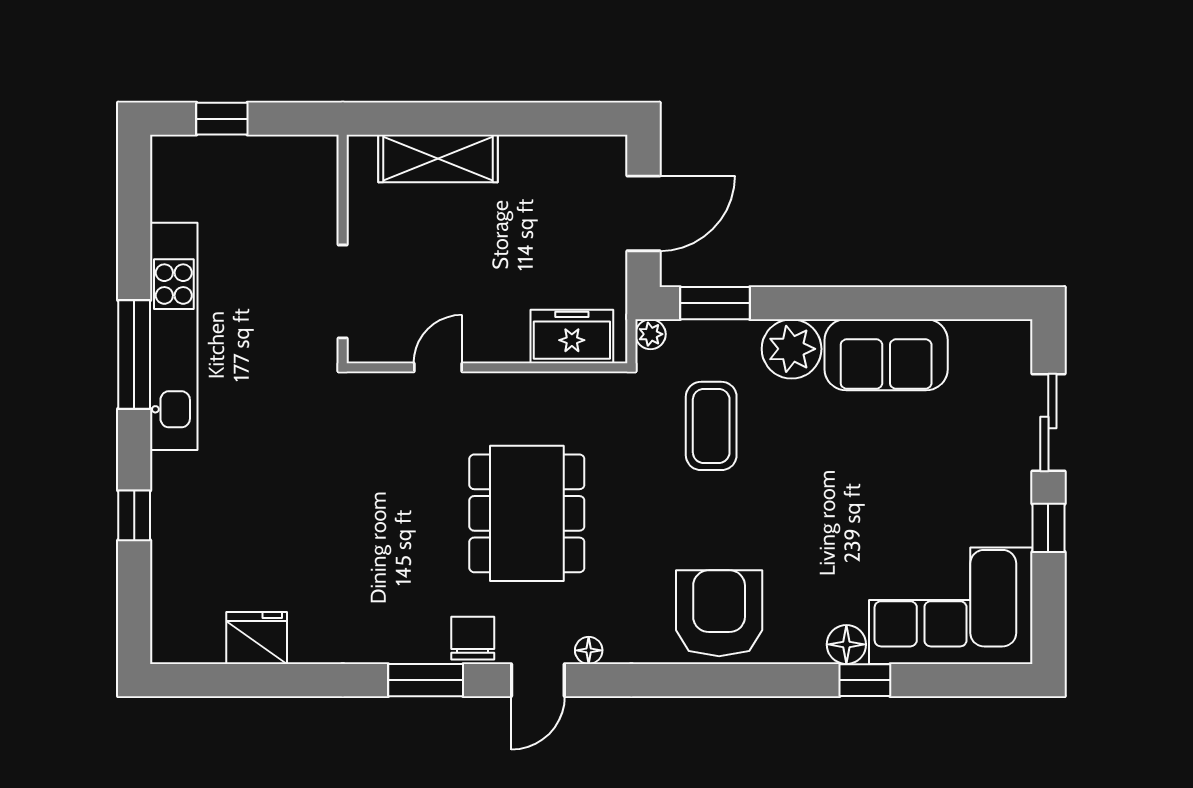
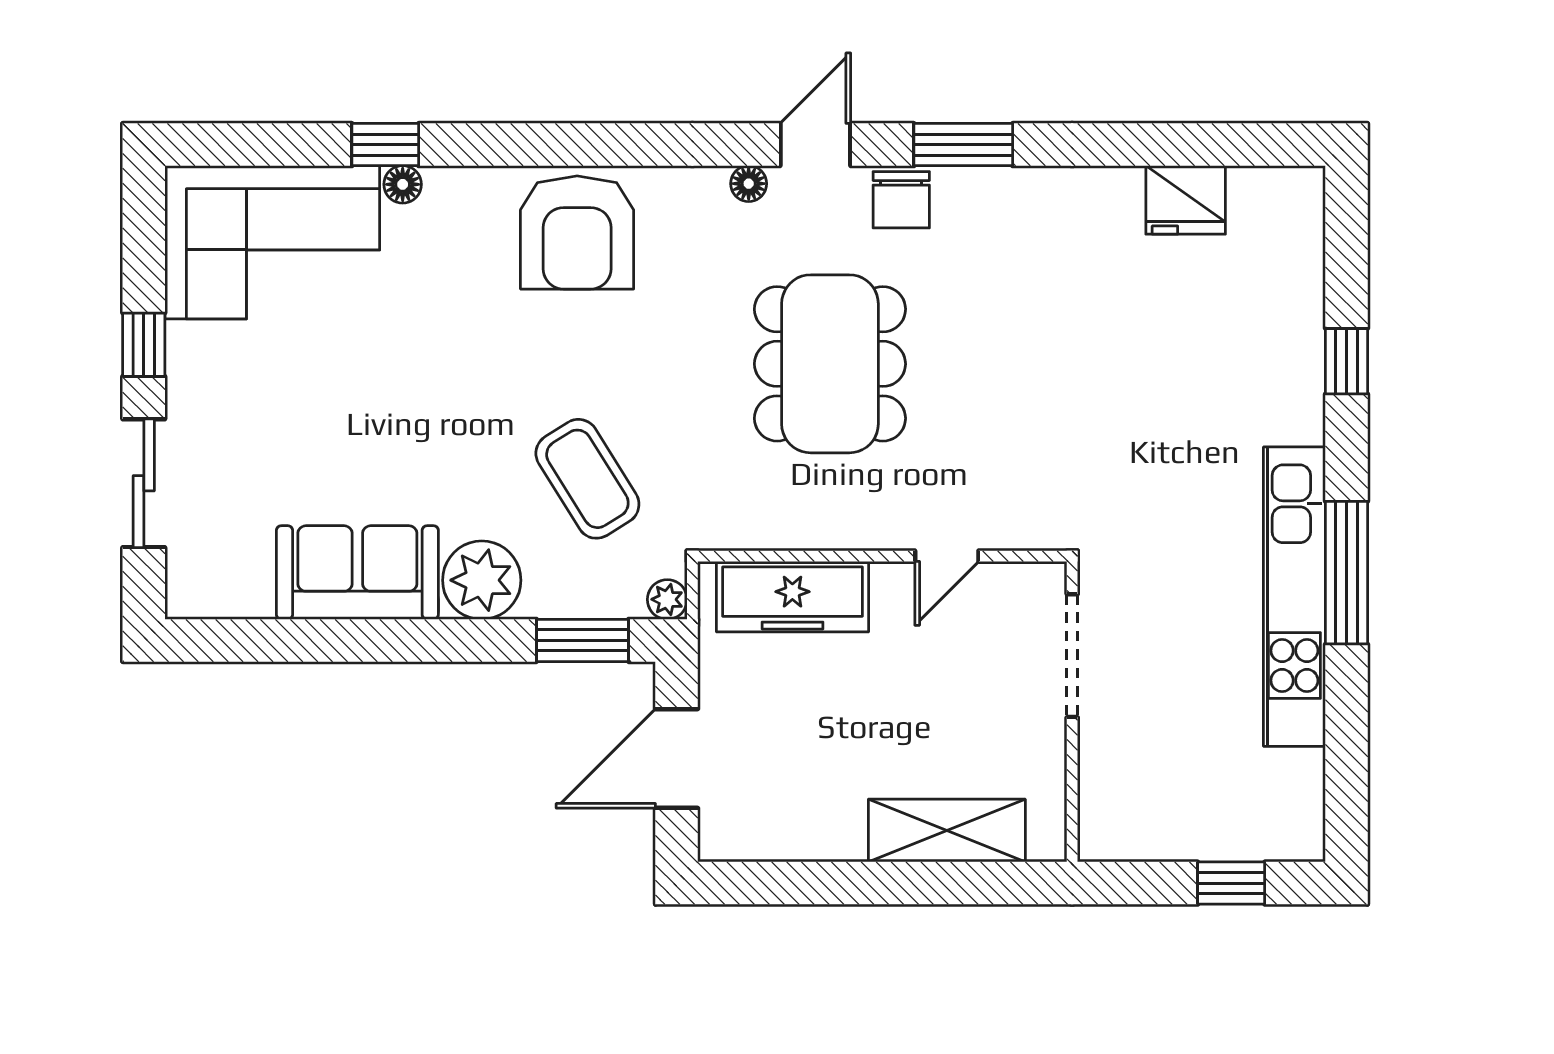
freezer: (572, 336) -> (792, 597), width x1.40
coffee table: (711, 426) -> (587, 479), turned -32
floor lamp: (846, 644) -> (403, 184), width x0.73, depth x0.73

